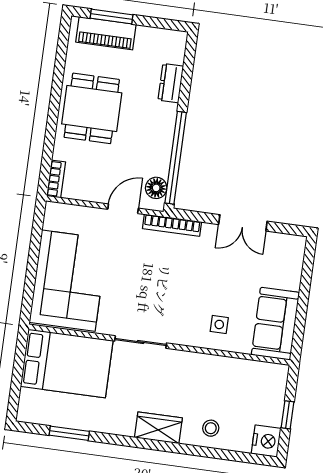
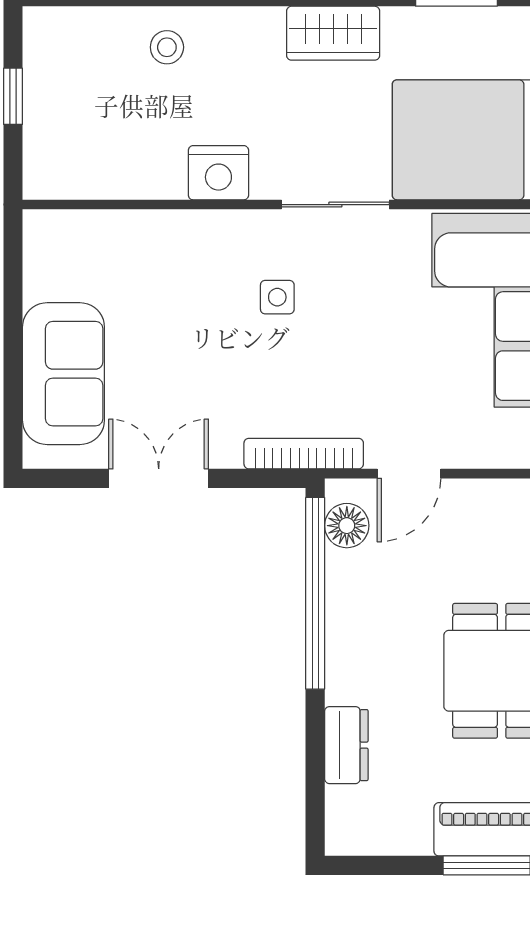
side table: (219, 324) -> (277, 297), moved
sofa: (275, 324) -> (63, 374), moved
wardrobe: (158, 428) -> (333, 33), moved
nightstand: (266, 441) -> (218, 173), moved, turned -90

